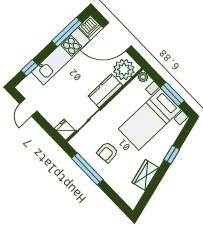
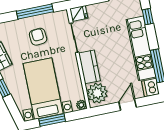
door: (117, 37) -> (128, 105), width x0.53

